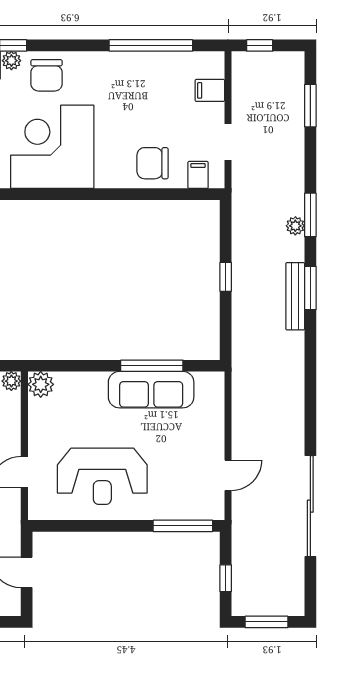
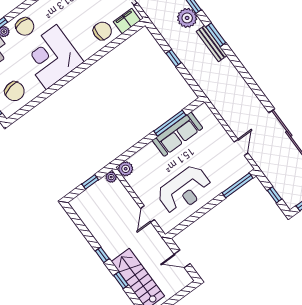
chair: (153, 163) -> (102, 31), turned 180
filing cabinet: (198, 175) -> (127, 21), width x2.00
plant: (295, 226) -> (187, 18), width x1.88, depth x1.88

